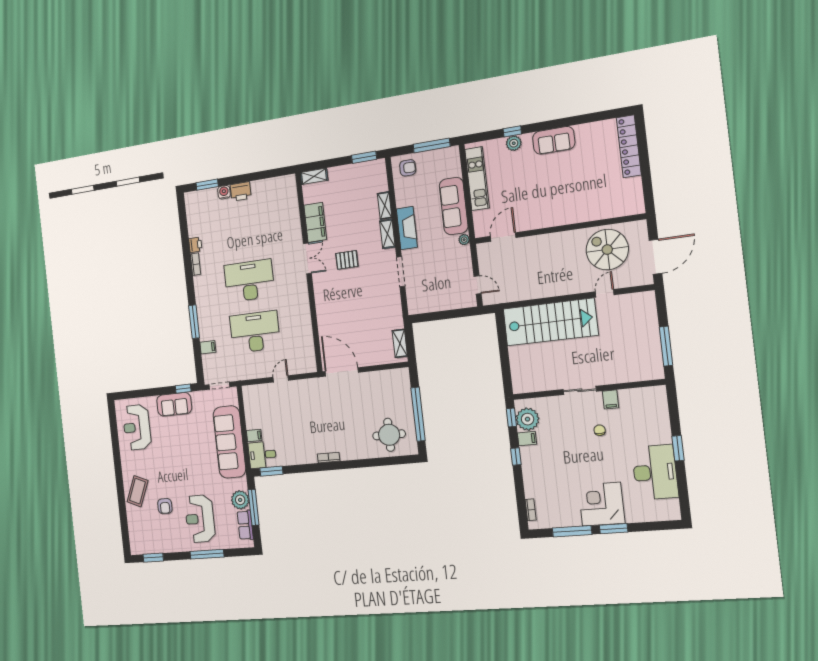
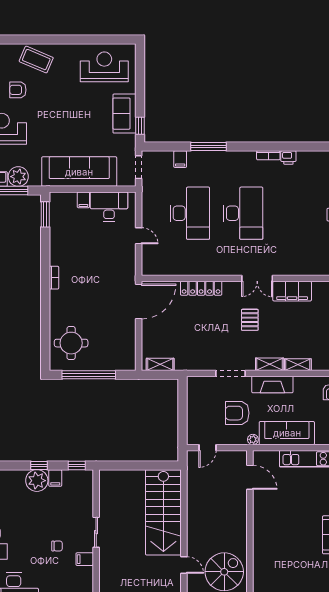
armchair: (439, 259) -> (237, 413), added
locker: (322, 312) -> (201, 288), added
plant: (528, 419) -> (37, 481), moved
desk: (262, 455) -> (109, 206), moved, width x1.37

